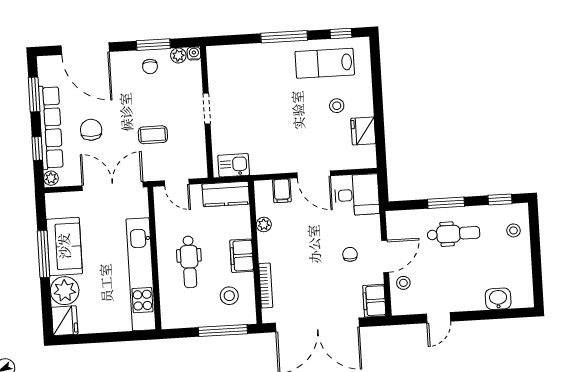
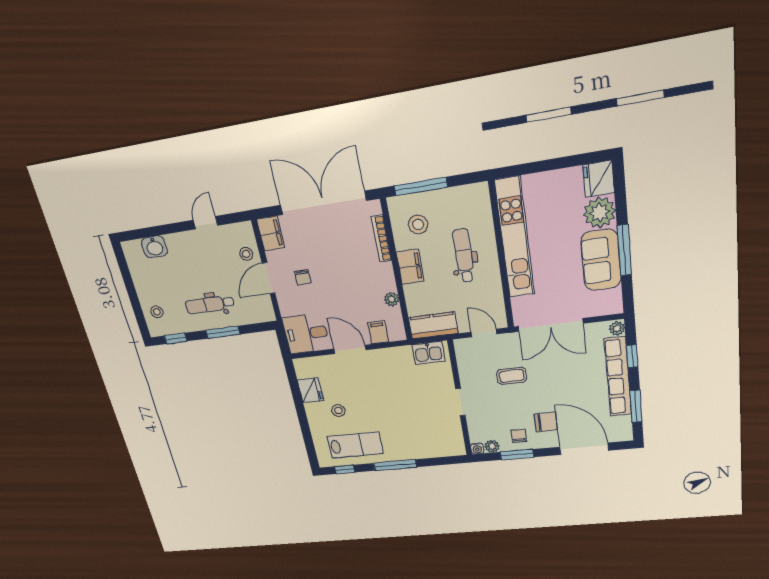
chair: (91, 130) -> (546, 422), moved, turned -90

